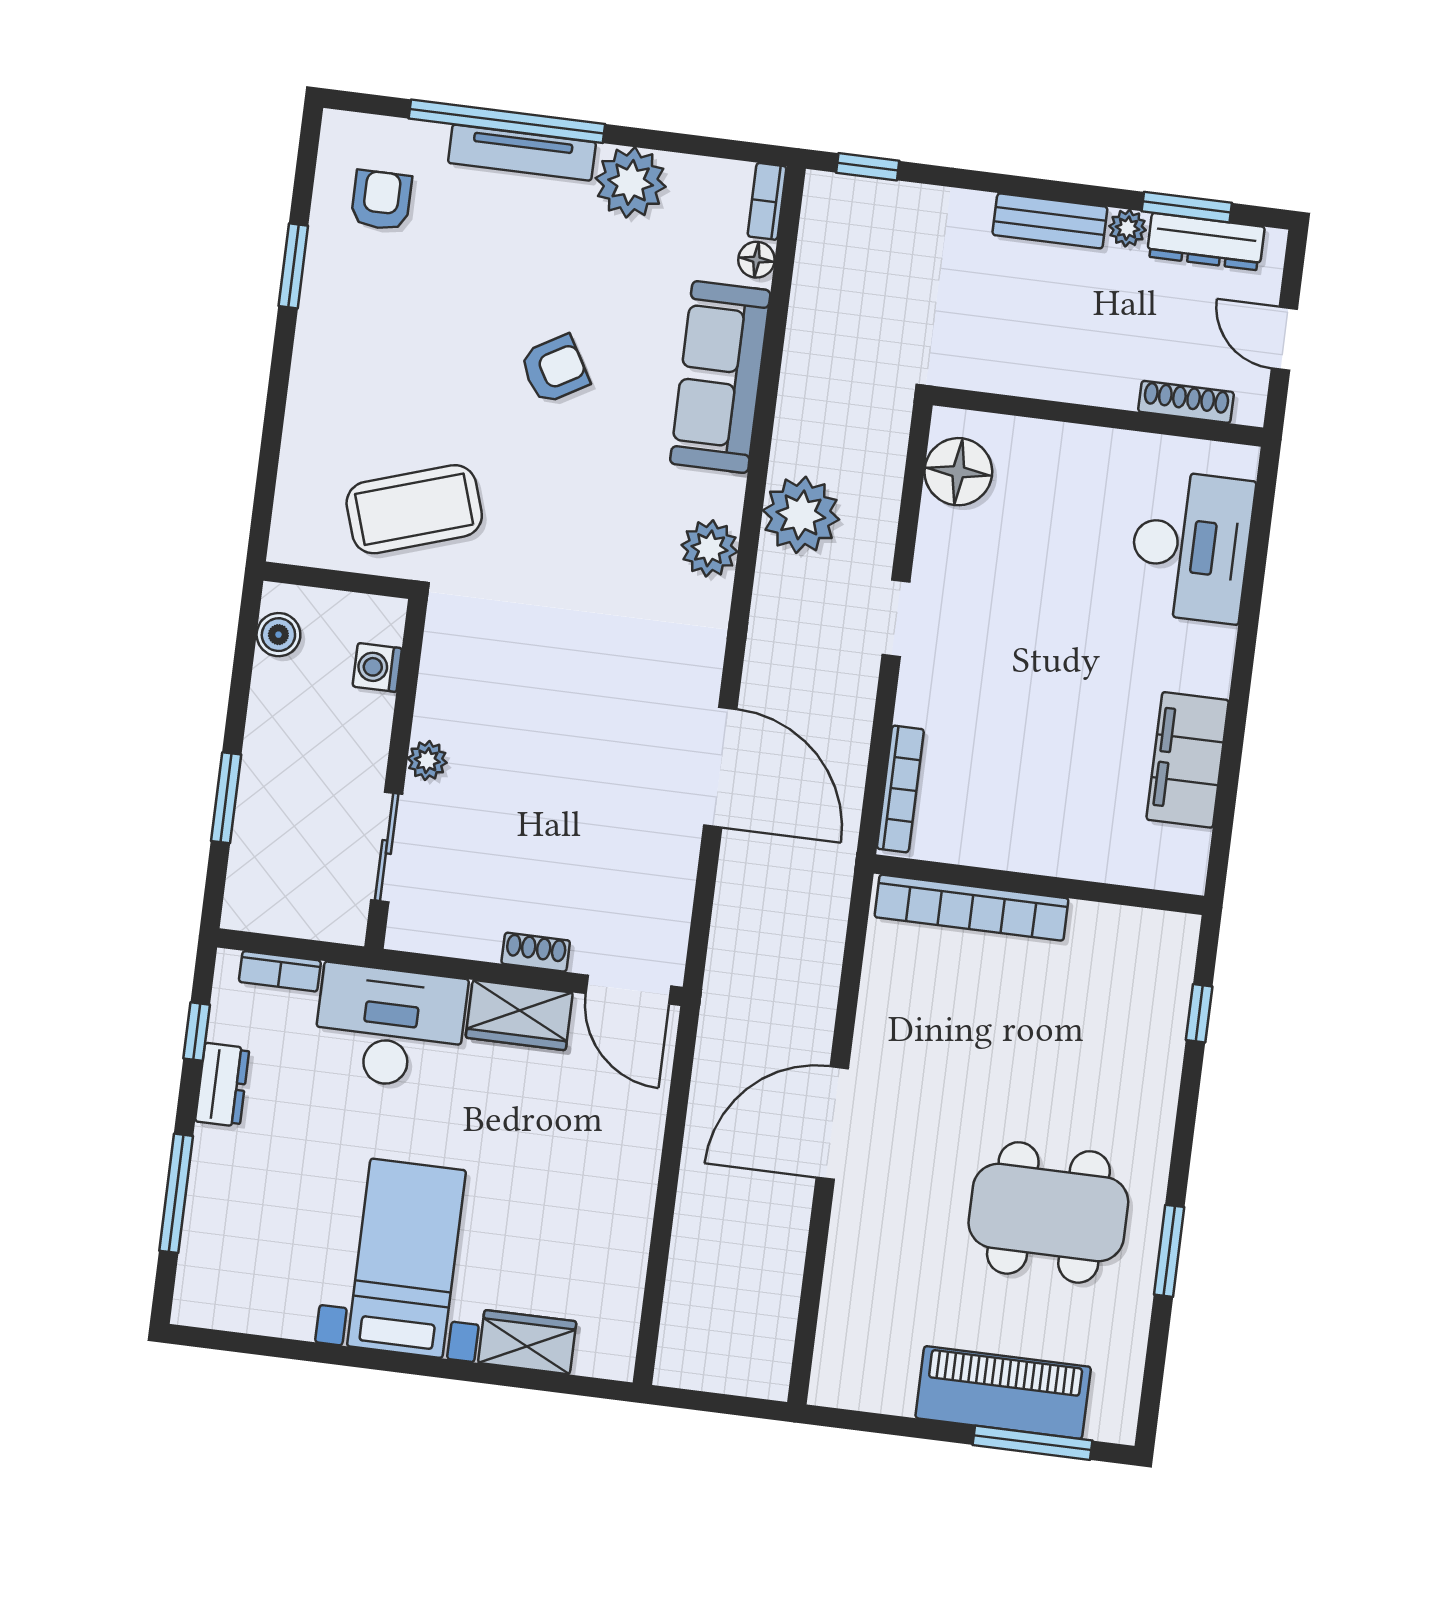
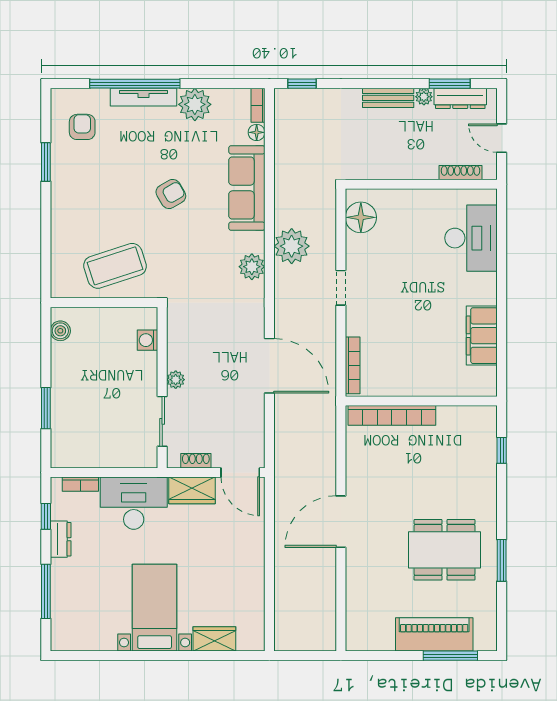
washing machine: (377, 667) -> (147, 340), moved
plant: (427, 760) -> (176, 380), moved
wall: (396, 774) -> (162, 388), moved
sliding door: (387, 847) -> (162, 421), moved

